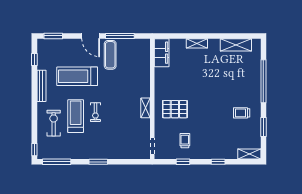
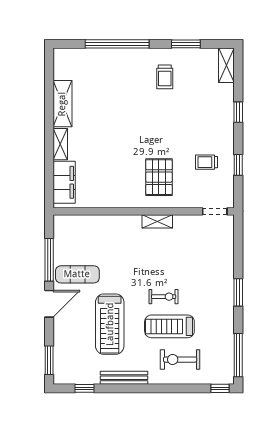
shelving: (236, 45) -> (62, 104), moved
filing cabinet: (162, 53) -> (64, 182), moved, turned 90

